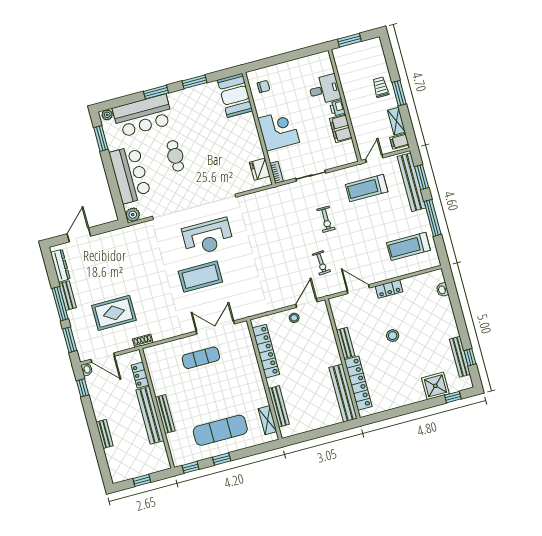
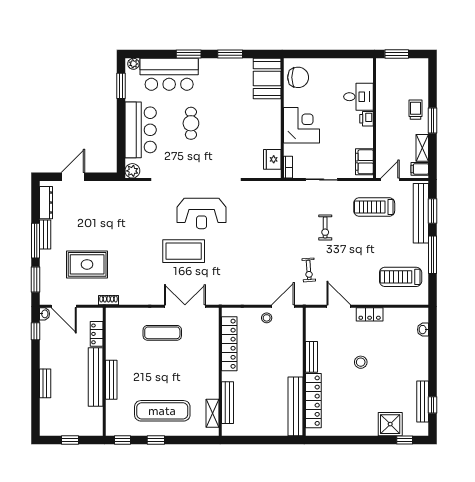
chair: (264, 87) -> (298, 77), width x1.87, depth x1.87
filing cabinet: (341, 128) -> (364, 162), moved

